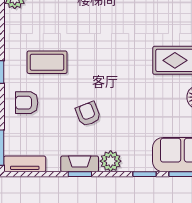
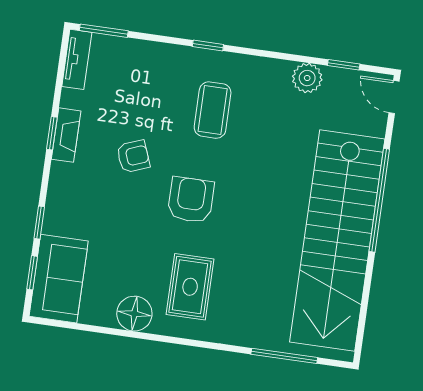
armchair: (27, 103) -> (191, 200), moved, width x1.38, depth x1.38
plant: (111, 161) -> (64, 178), removed

